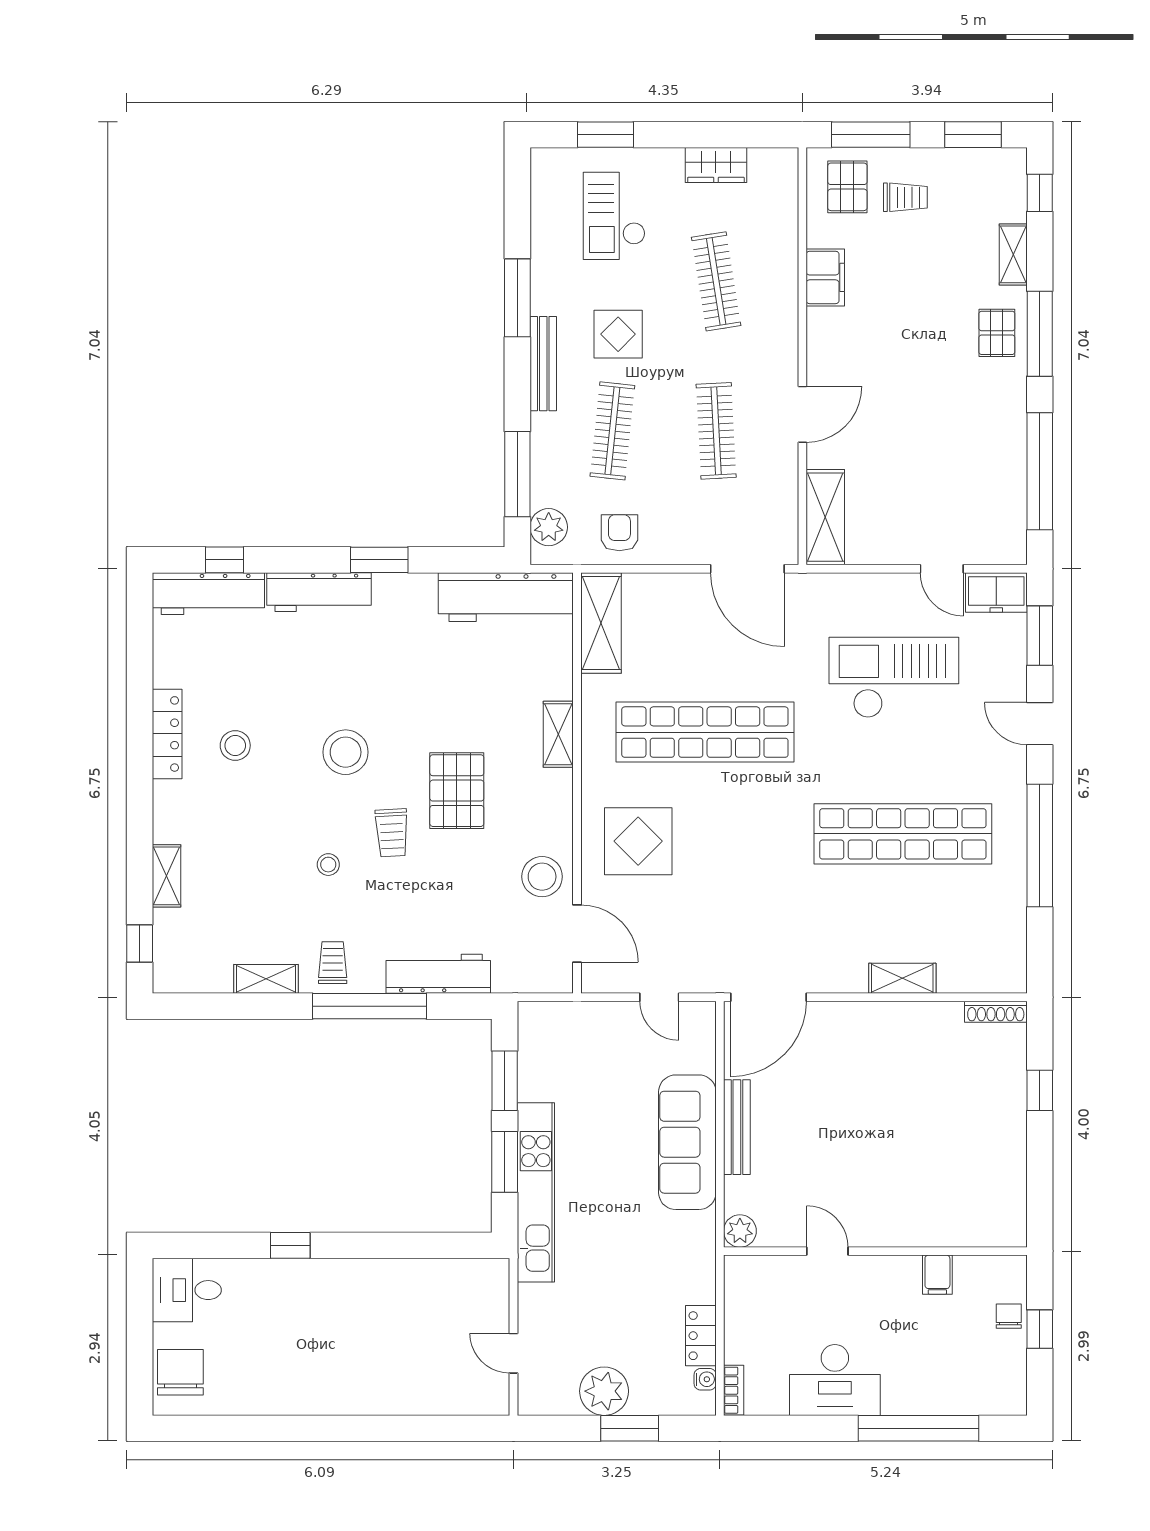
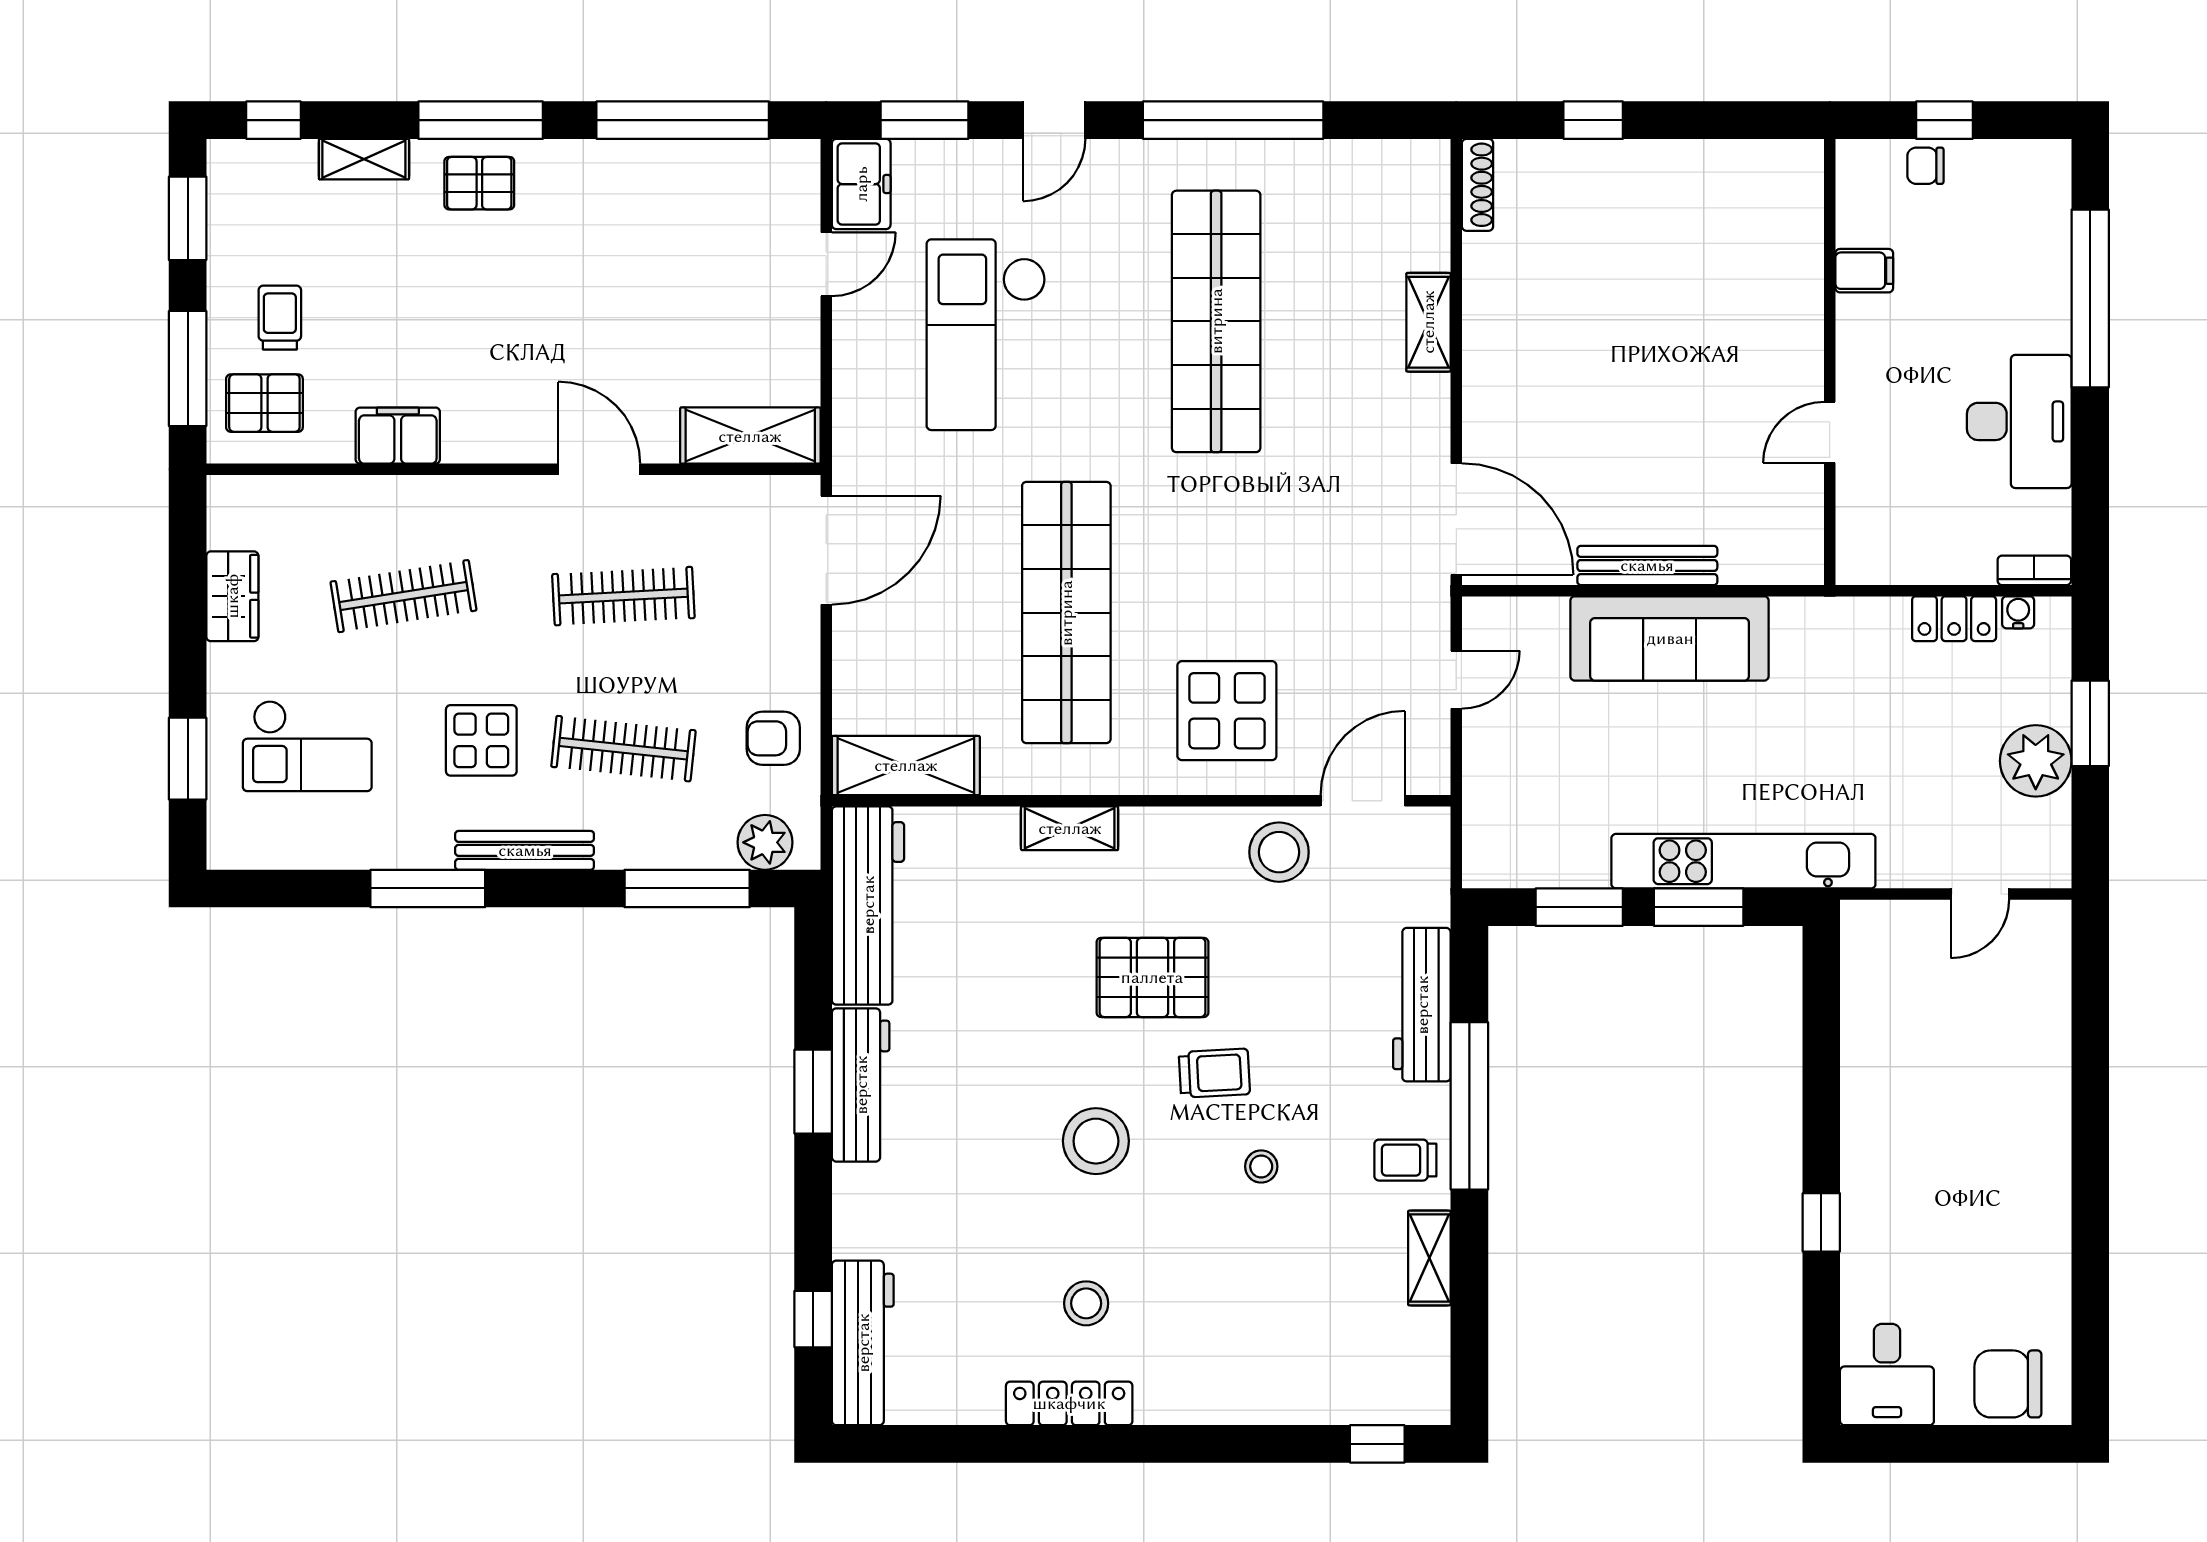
workbench: (319, 592) -> (861, 1085), moved
shelving: (166, 876) -> (1278, 1405), removed
plant: (740, 1231) -> (1800, 561), removed

